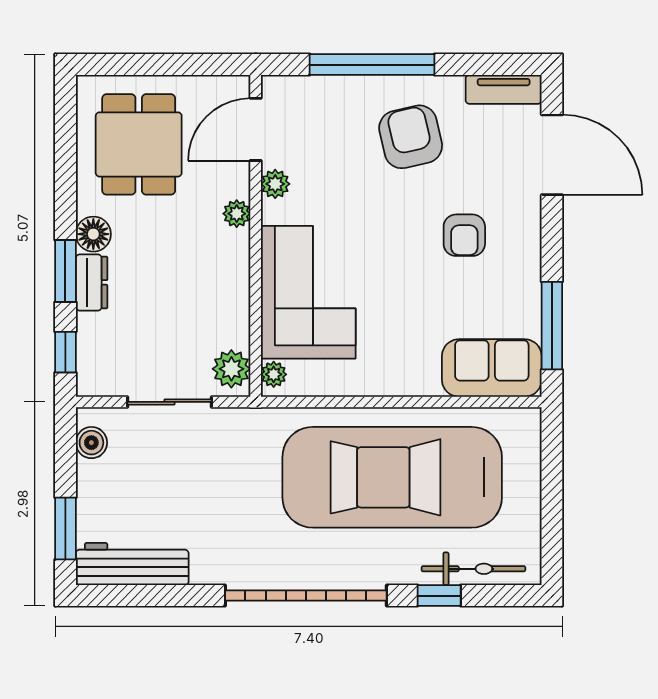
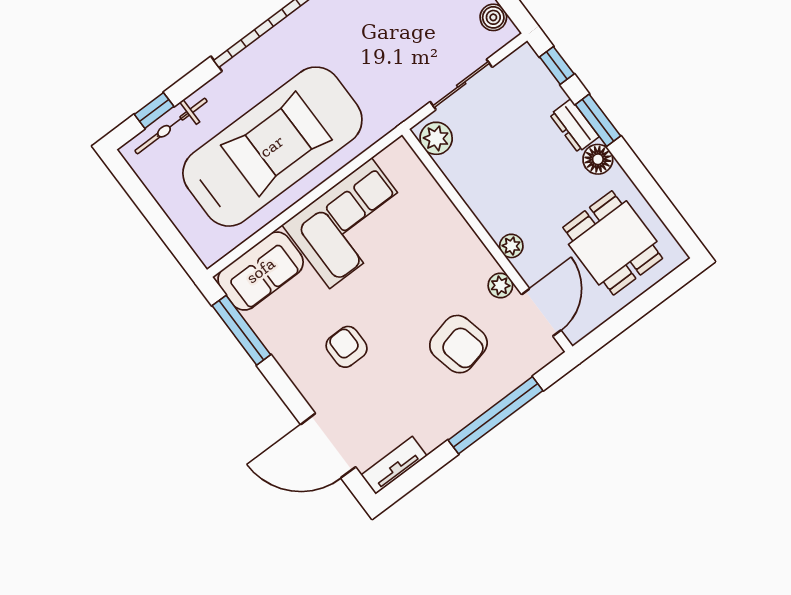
armchair: (411, 137) -> (458, 344), moved
corner sofa: (308, 292) -> (350, 223), moved, turned -90
plant: (274, 374) -> (405, 156), removed
window: (439, 596) -> (154, 110), moved

